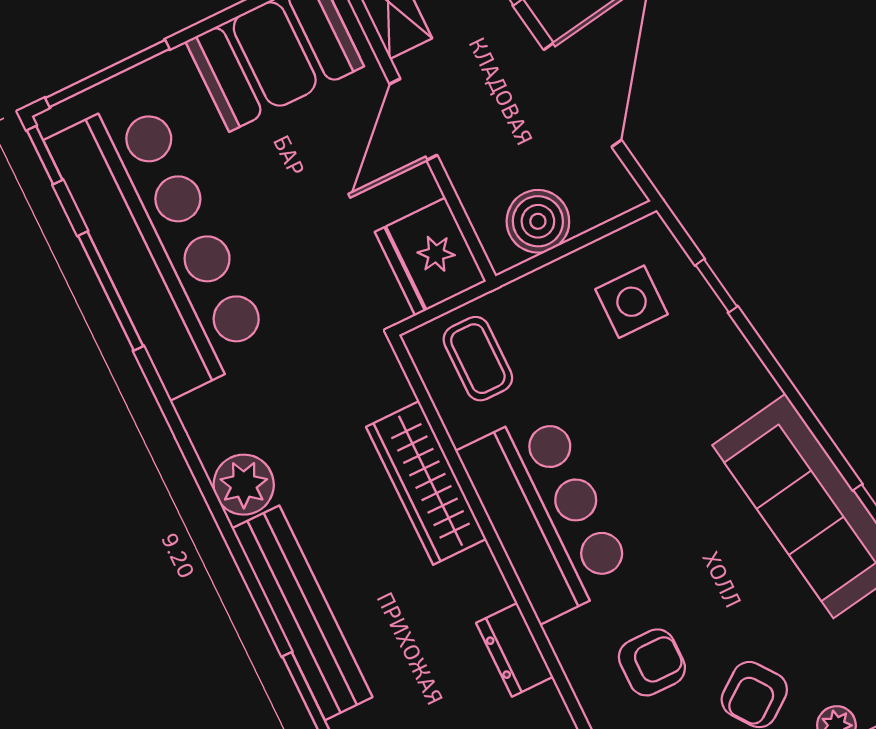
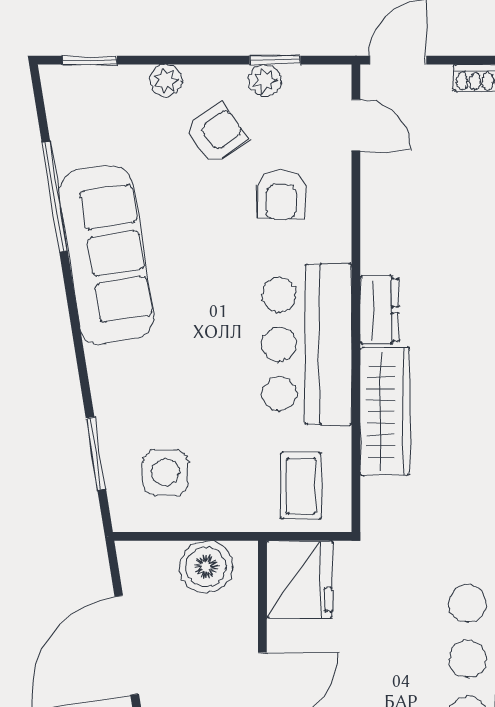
window: (716, 286) -> (96, 454), width x1.50
dresser: (515, 650) -> (379, 310), moved
armchair: (652, 662) -> (281, 195), turned -90

